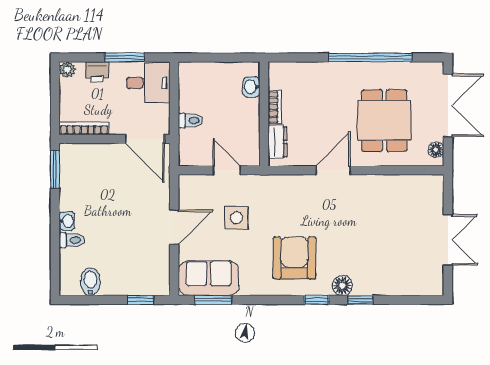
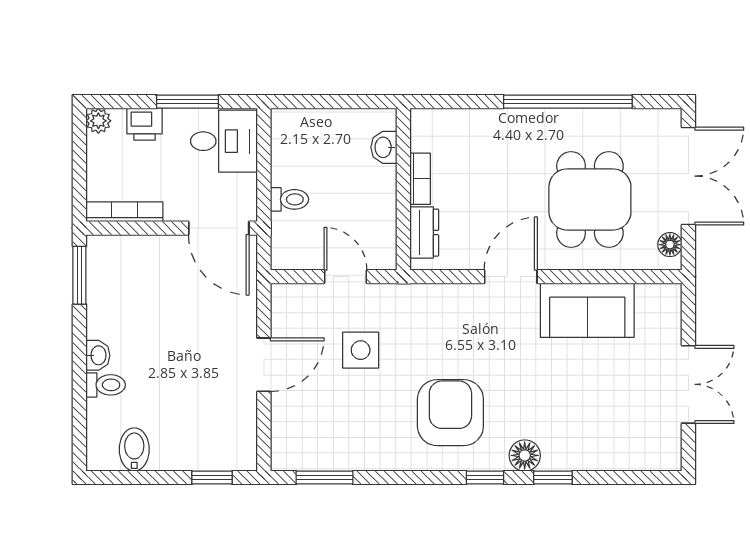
sofa: (209, 278) -> (587, 310), moved, turned 180

